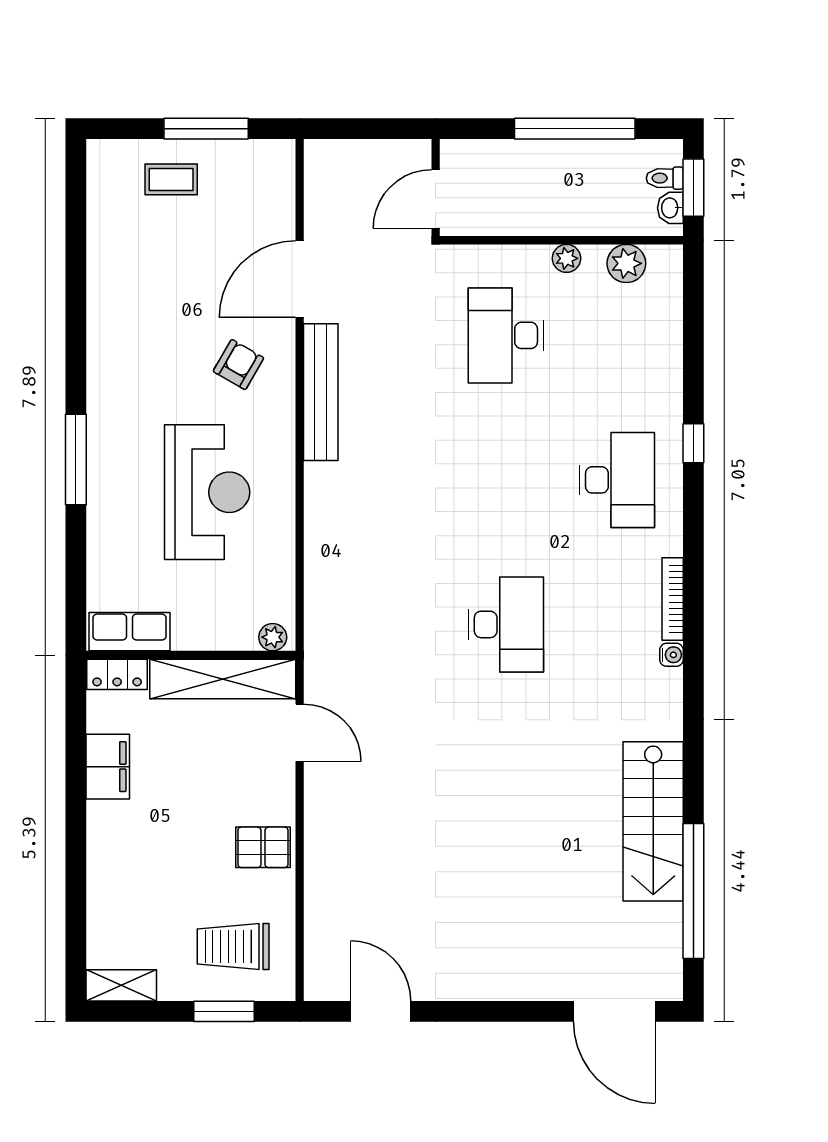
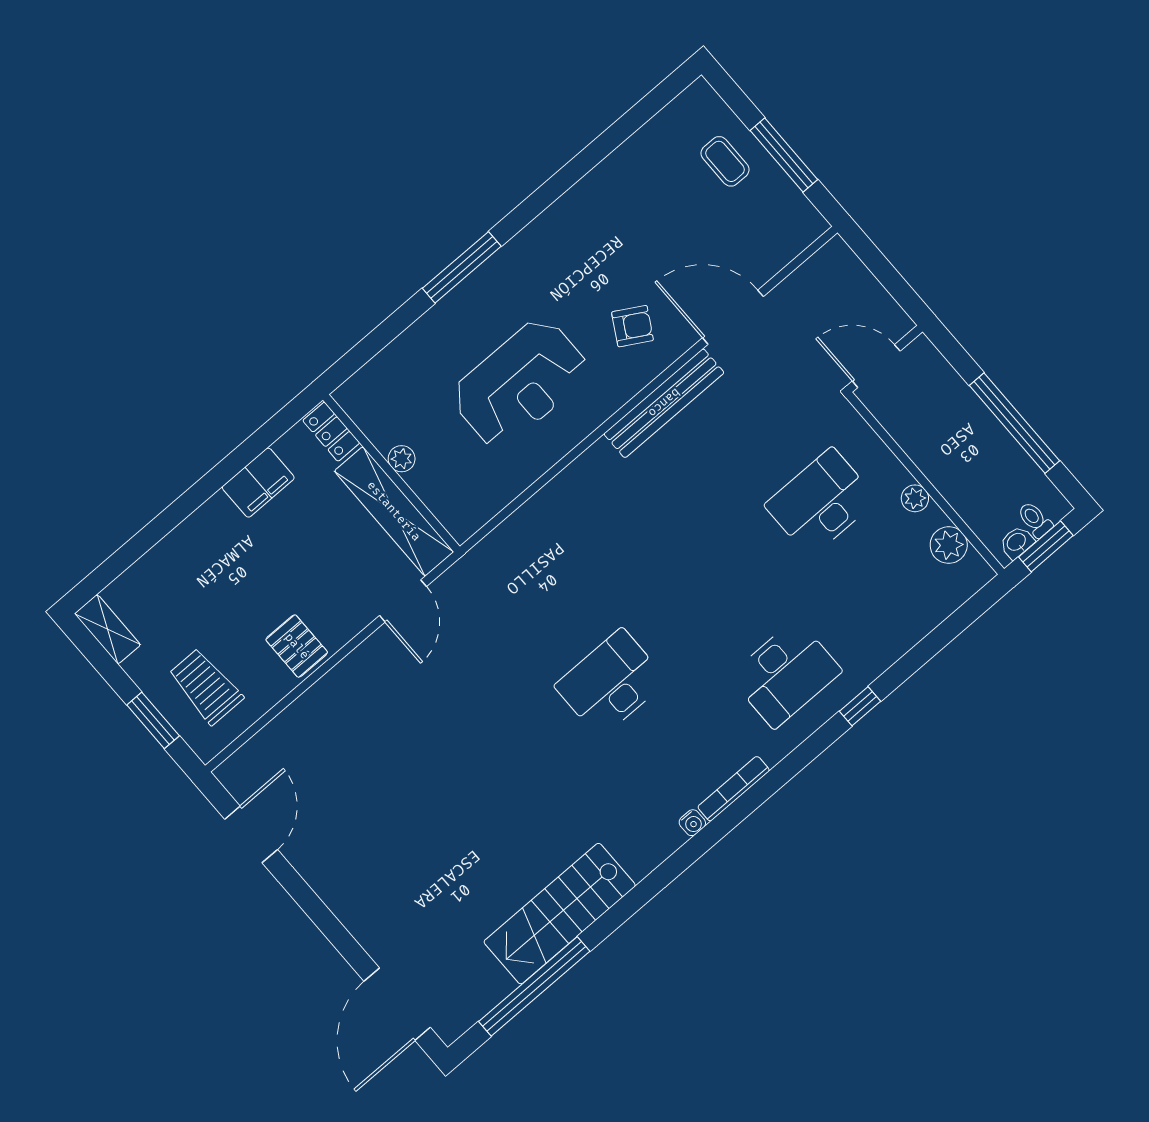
desk: (506, 624) -> (611, 683), turned 180
row of seats: (129, 632) -> (370, 414), removed
plant: (273, 637) -> (402, 459), moved

